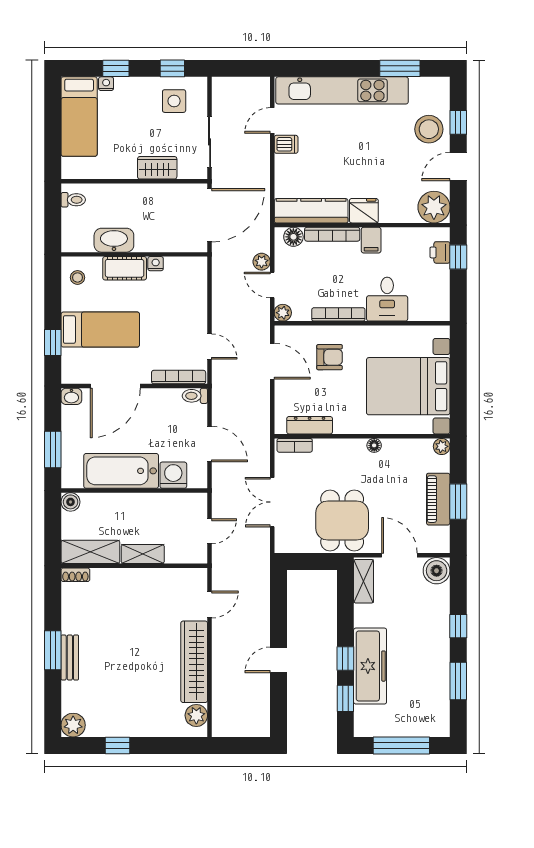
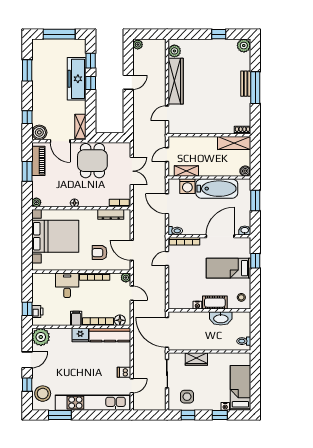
stool: (429, 129) -> (43, 394), moved
door: (210, 215) -> (167, 332), hinge flipped
plant: (262, 262) -> (138, 45), moved
door: (210, 347) -> (167, 259), hinge flipped
piano: (438, 499) -> (38, 161), moved
shelving: (143, 554) -> (186, 171), moved
window: (458, 626) -> (27, 117), moved
window: (53, 650) -> (255, 88), width x1.44

